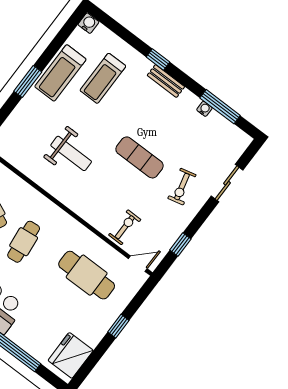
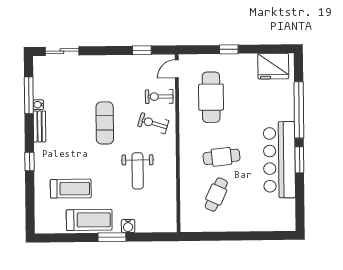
water cooler: (88, 23) -> (128, 226), moved, turned -90
bench: (166, 81) -> (40, 126), moved
weight bench: (71, 153) -> (138, 171), turned 180
sliding door: (227, 183) -> (62, 51), moved
exercise bike: (182, 187) -> (153, 123), moved, turned -149
door: (138, 264) -> (177, 69), hinge flipped

